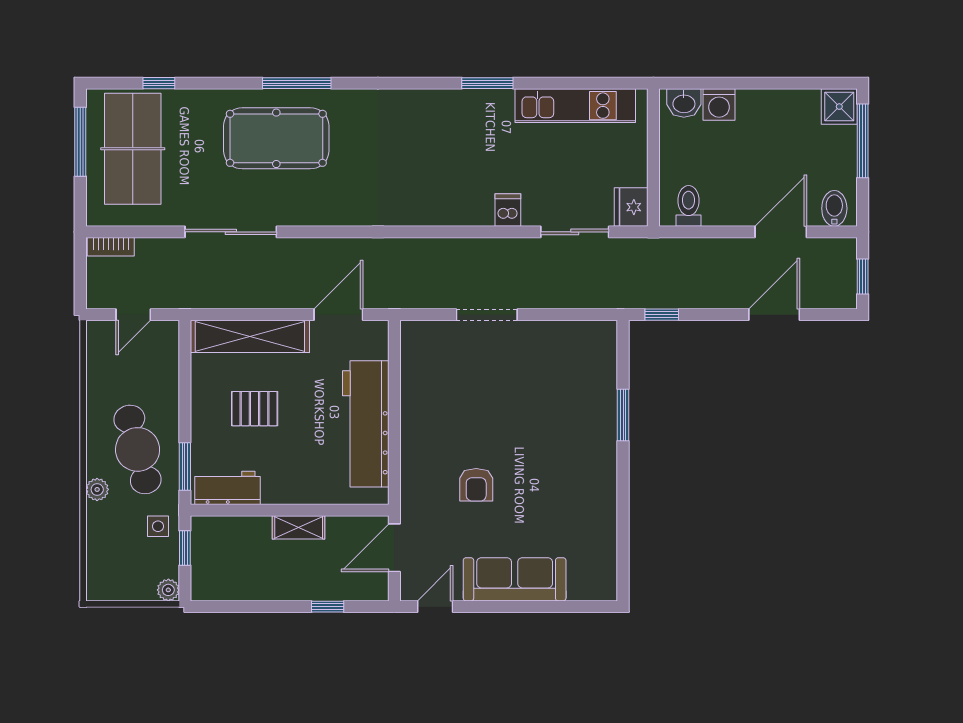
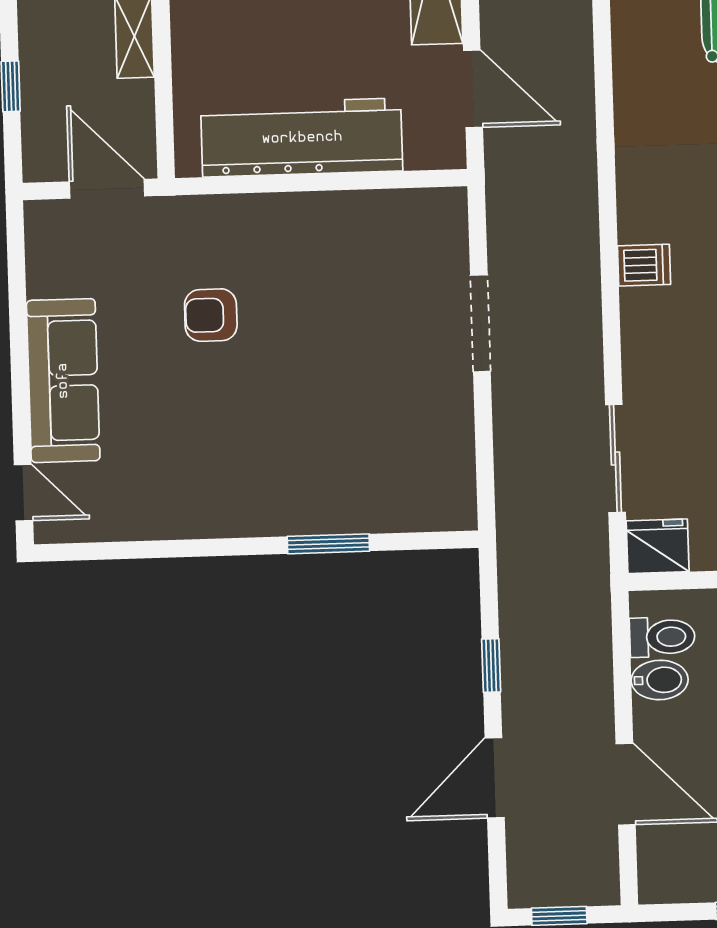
bidet: (834, 208) -> (660, 680), moved
dishwasher: (508, 210) -> (644, 265), moved
window: (662, 315) -> (491, 665), moved
door: (774, 315) -> (495, 778), swing flipped
door: (435, 607) -> (23, 493), moved

